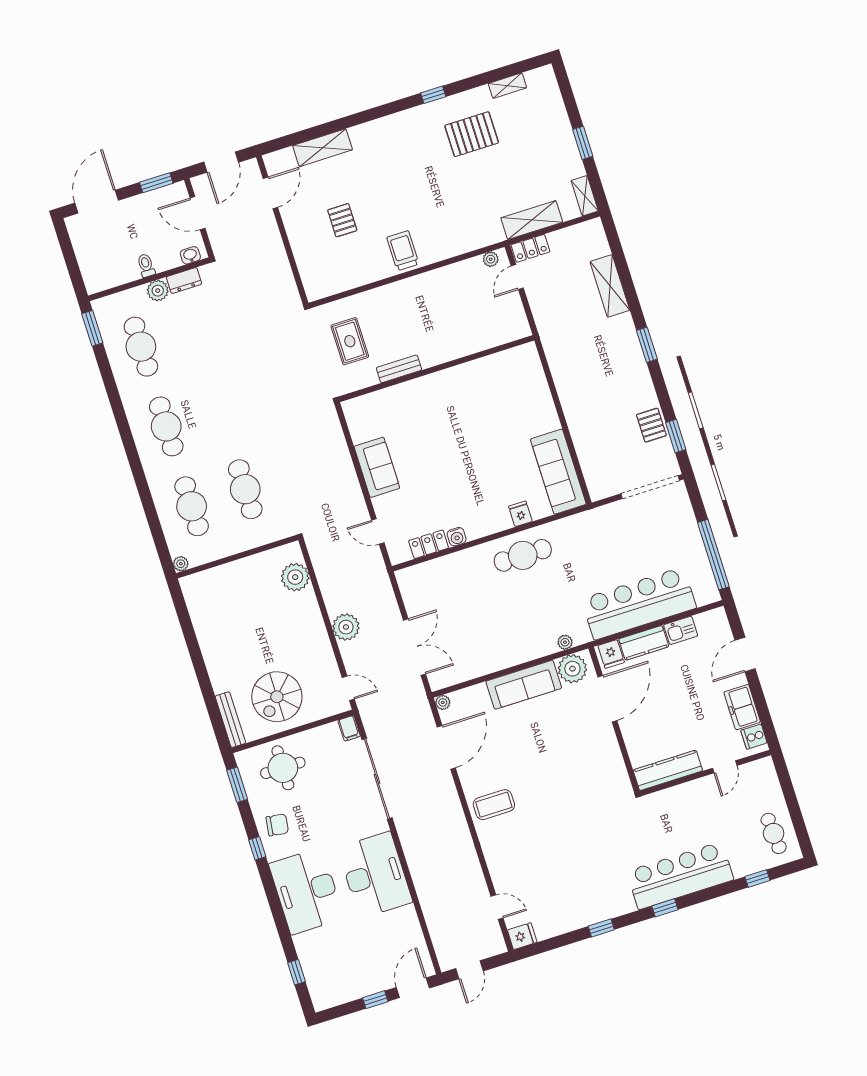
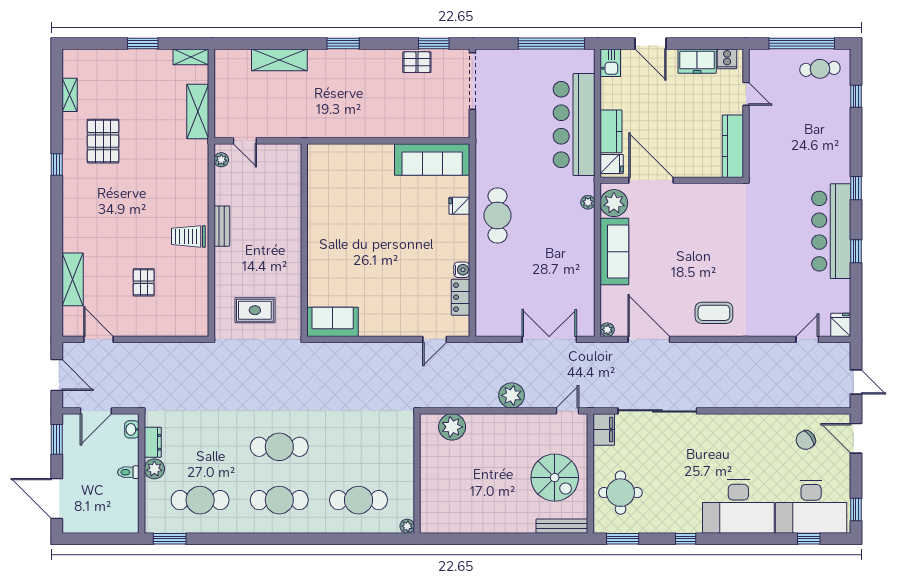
pallet: (342, 220) -> (144, 282), turned 90
locker: (531, 248) -> (223, 121), removed
bench: (399, 369) -> (222, 226), moved
sofa: (377, 467) -> (333, 322), moved
cafe table: (245, 489) -> (279, 447), moved
kitchen sink: (681, 630) -> (610, 63), moved
filing cabinet: (349, 728) -> (604, 429), width x2.00
coffee table: (494, 805) -> (714, 313), turned 90
window: (793, 807) -> (802, 43), added
chair: (277, 825) -> (806, 440), moved, turned -133
desk: (375, 875) -> (811, 507), moved, turned 180
bar counter: (680, 876) -> (831, 231), moved
window: (375, 1000) -> (856, 510), moved

